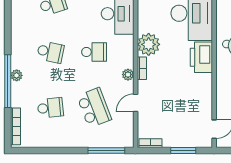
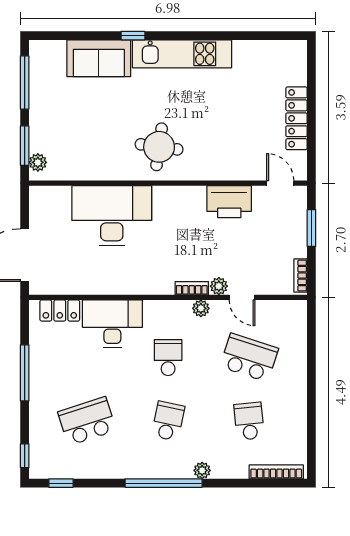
plant: (149, 44) -> (219, 286), moved, width x0.53, depth x0.53
printer: (201, 57) -> (229, 202), moved
window: (8, 81) -> (164, 483), moved
school desk: (94, 108) -> (249, 358), turned 39
window: (106, 151) -> (311, 340), removed

